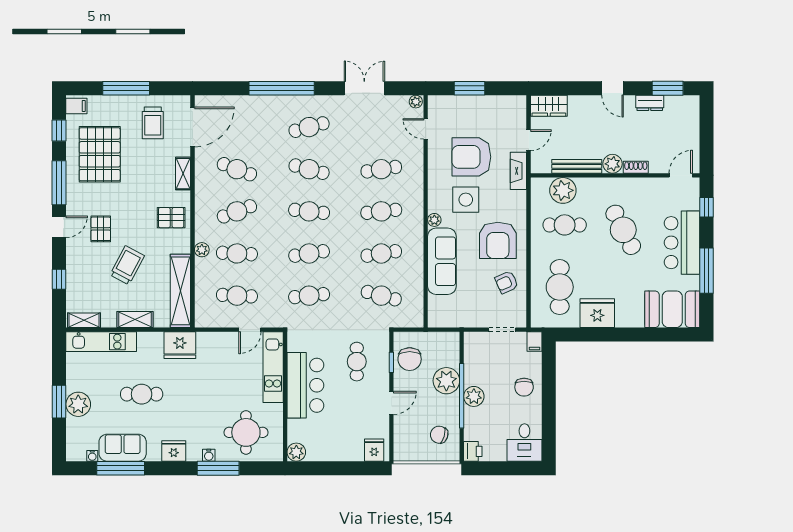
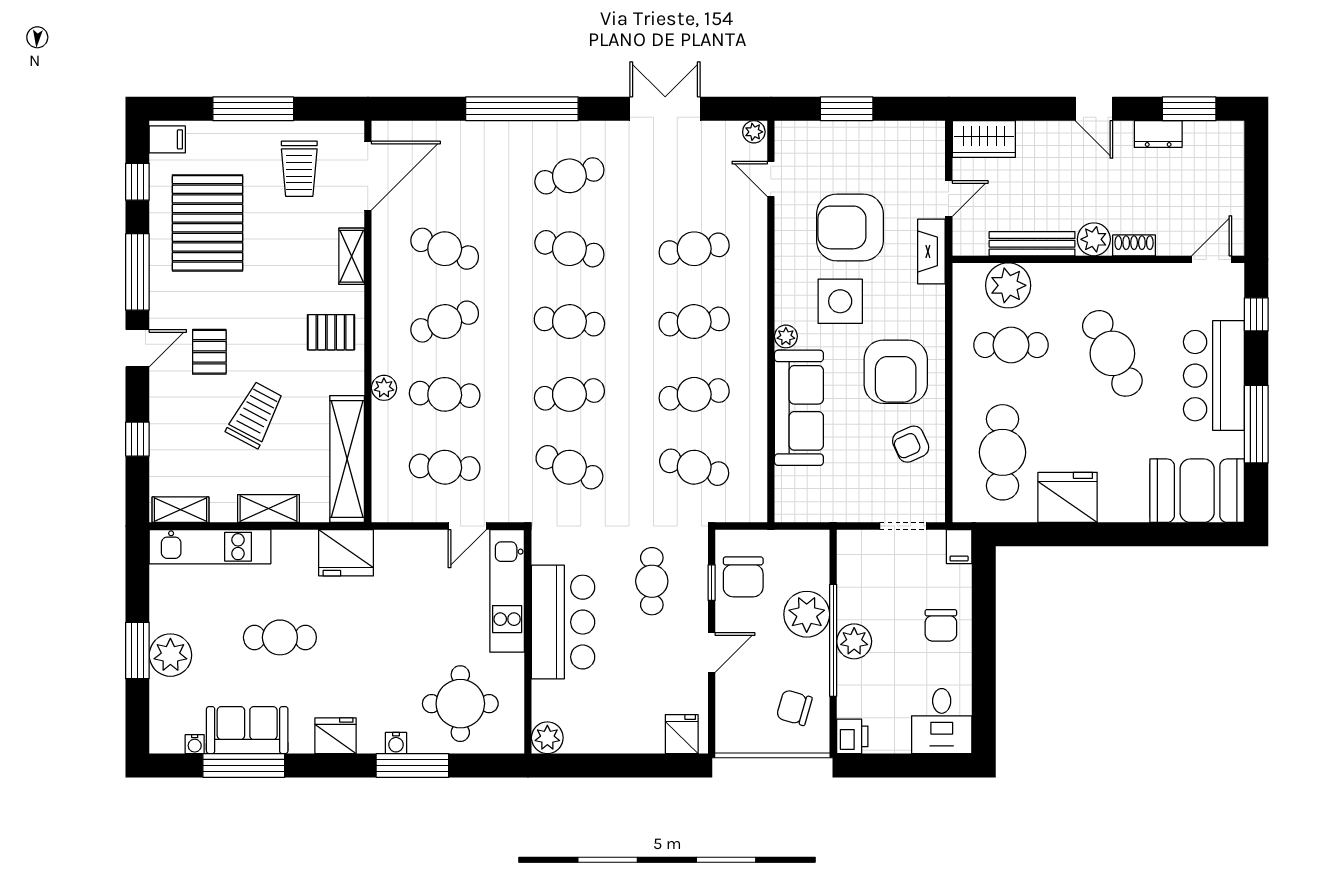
cafe table: (309, 296) -> (569, 467), turned 30

